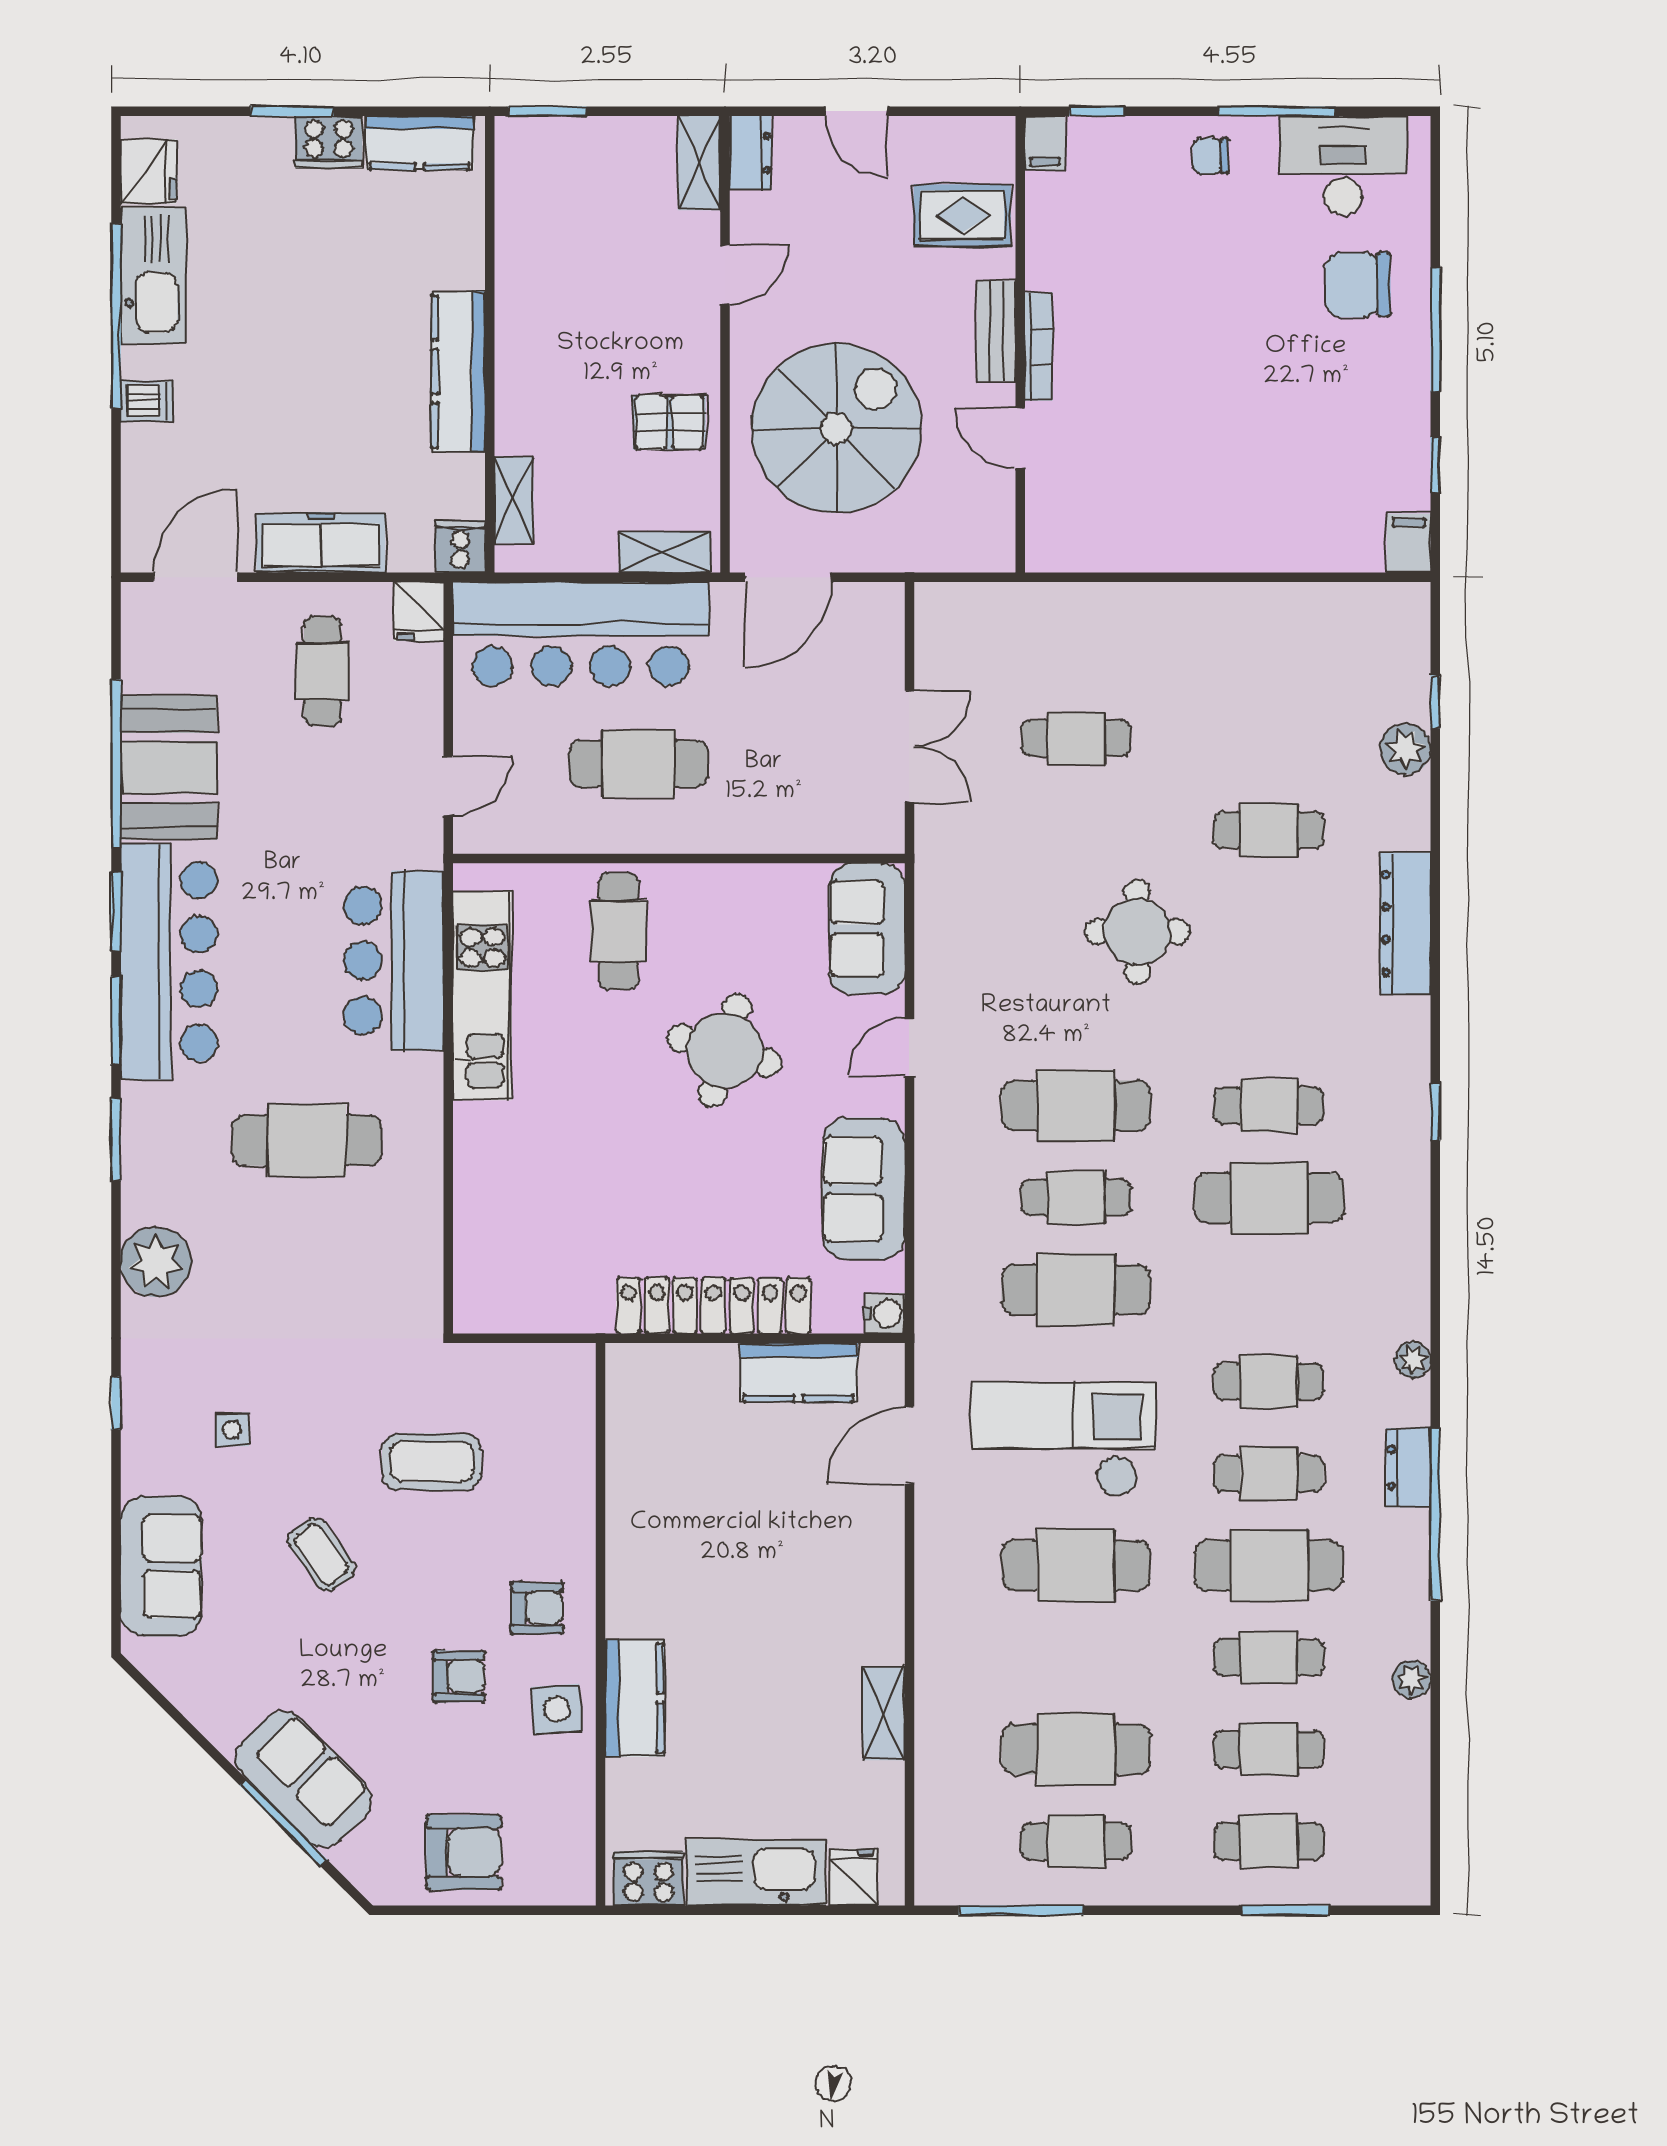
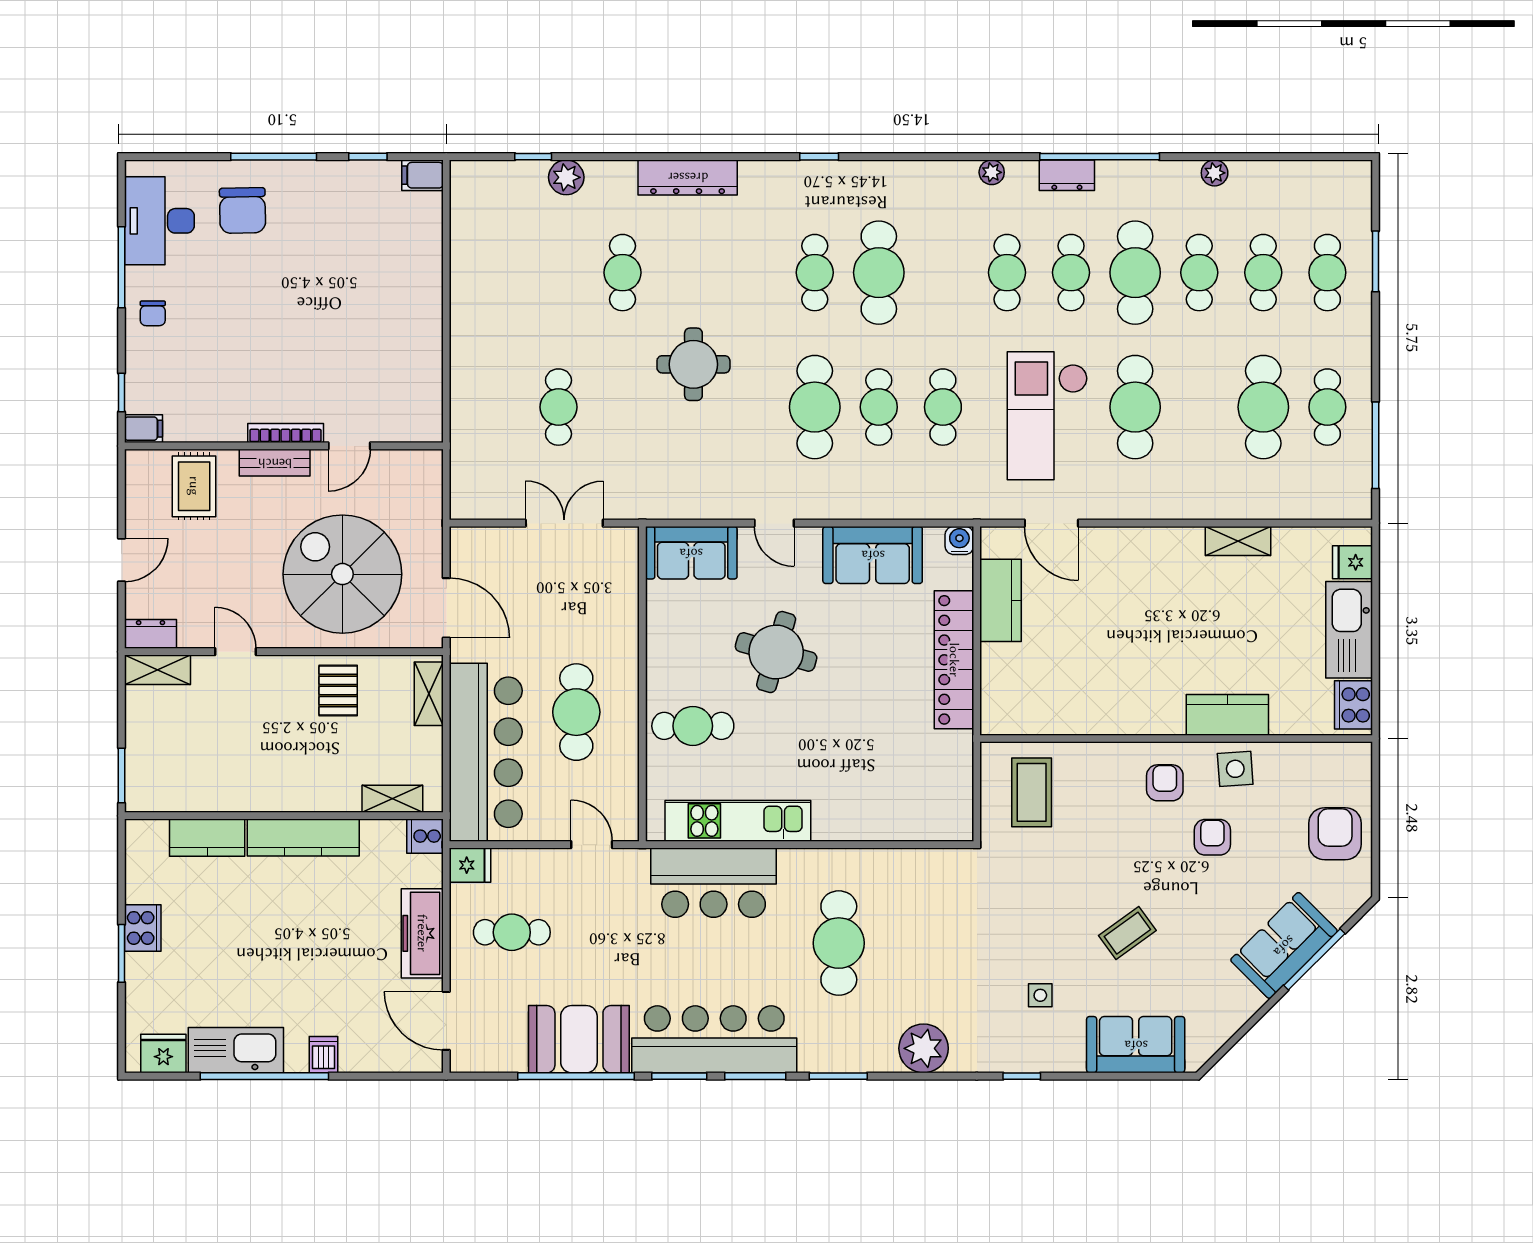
kitchen counter: (420, 143) -> (207, 838), moved, turned 90
cafe table: (1076, 1290) -> (943, 407), width x0.73, depth x0.74
coffee table: (432, 1462) -> (1032, 792), moved

